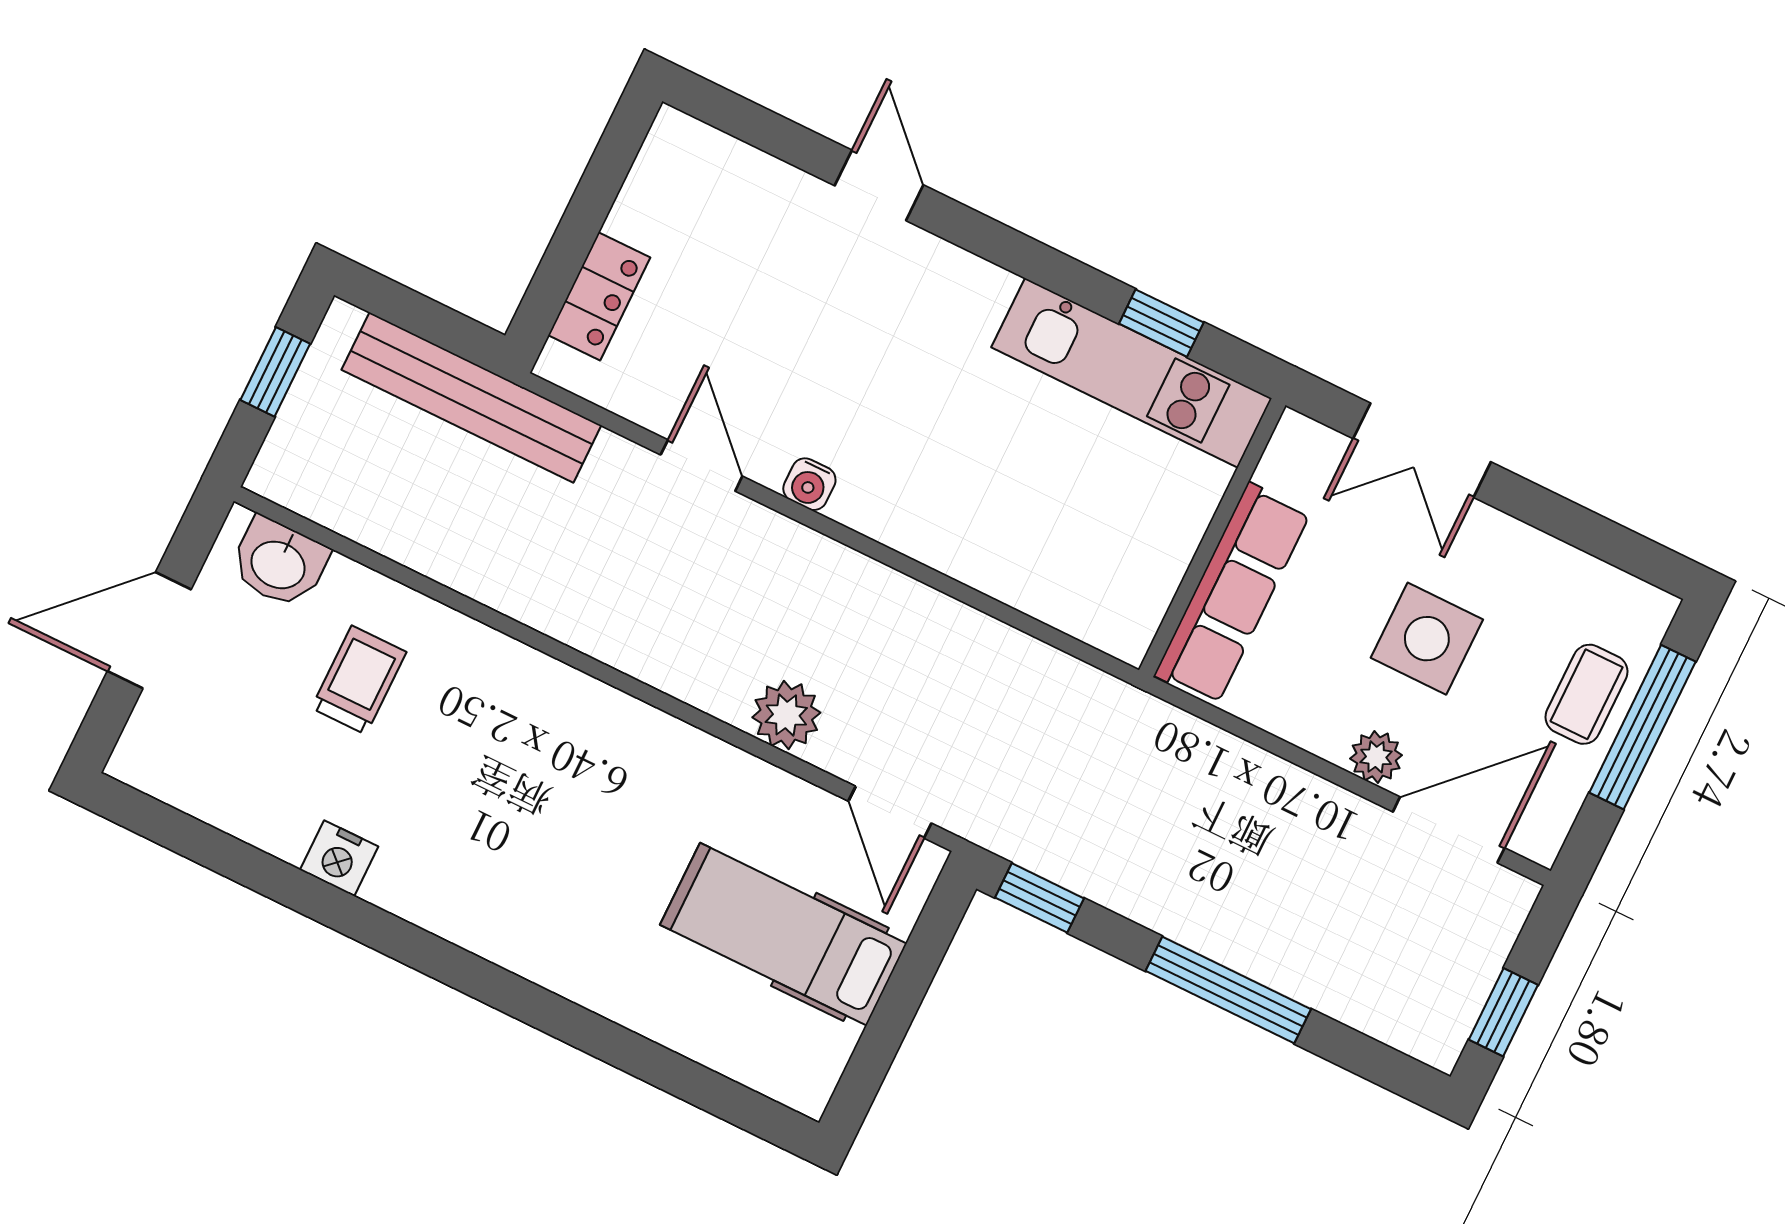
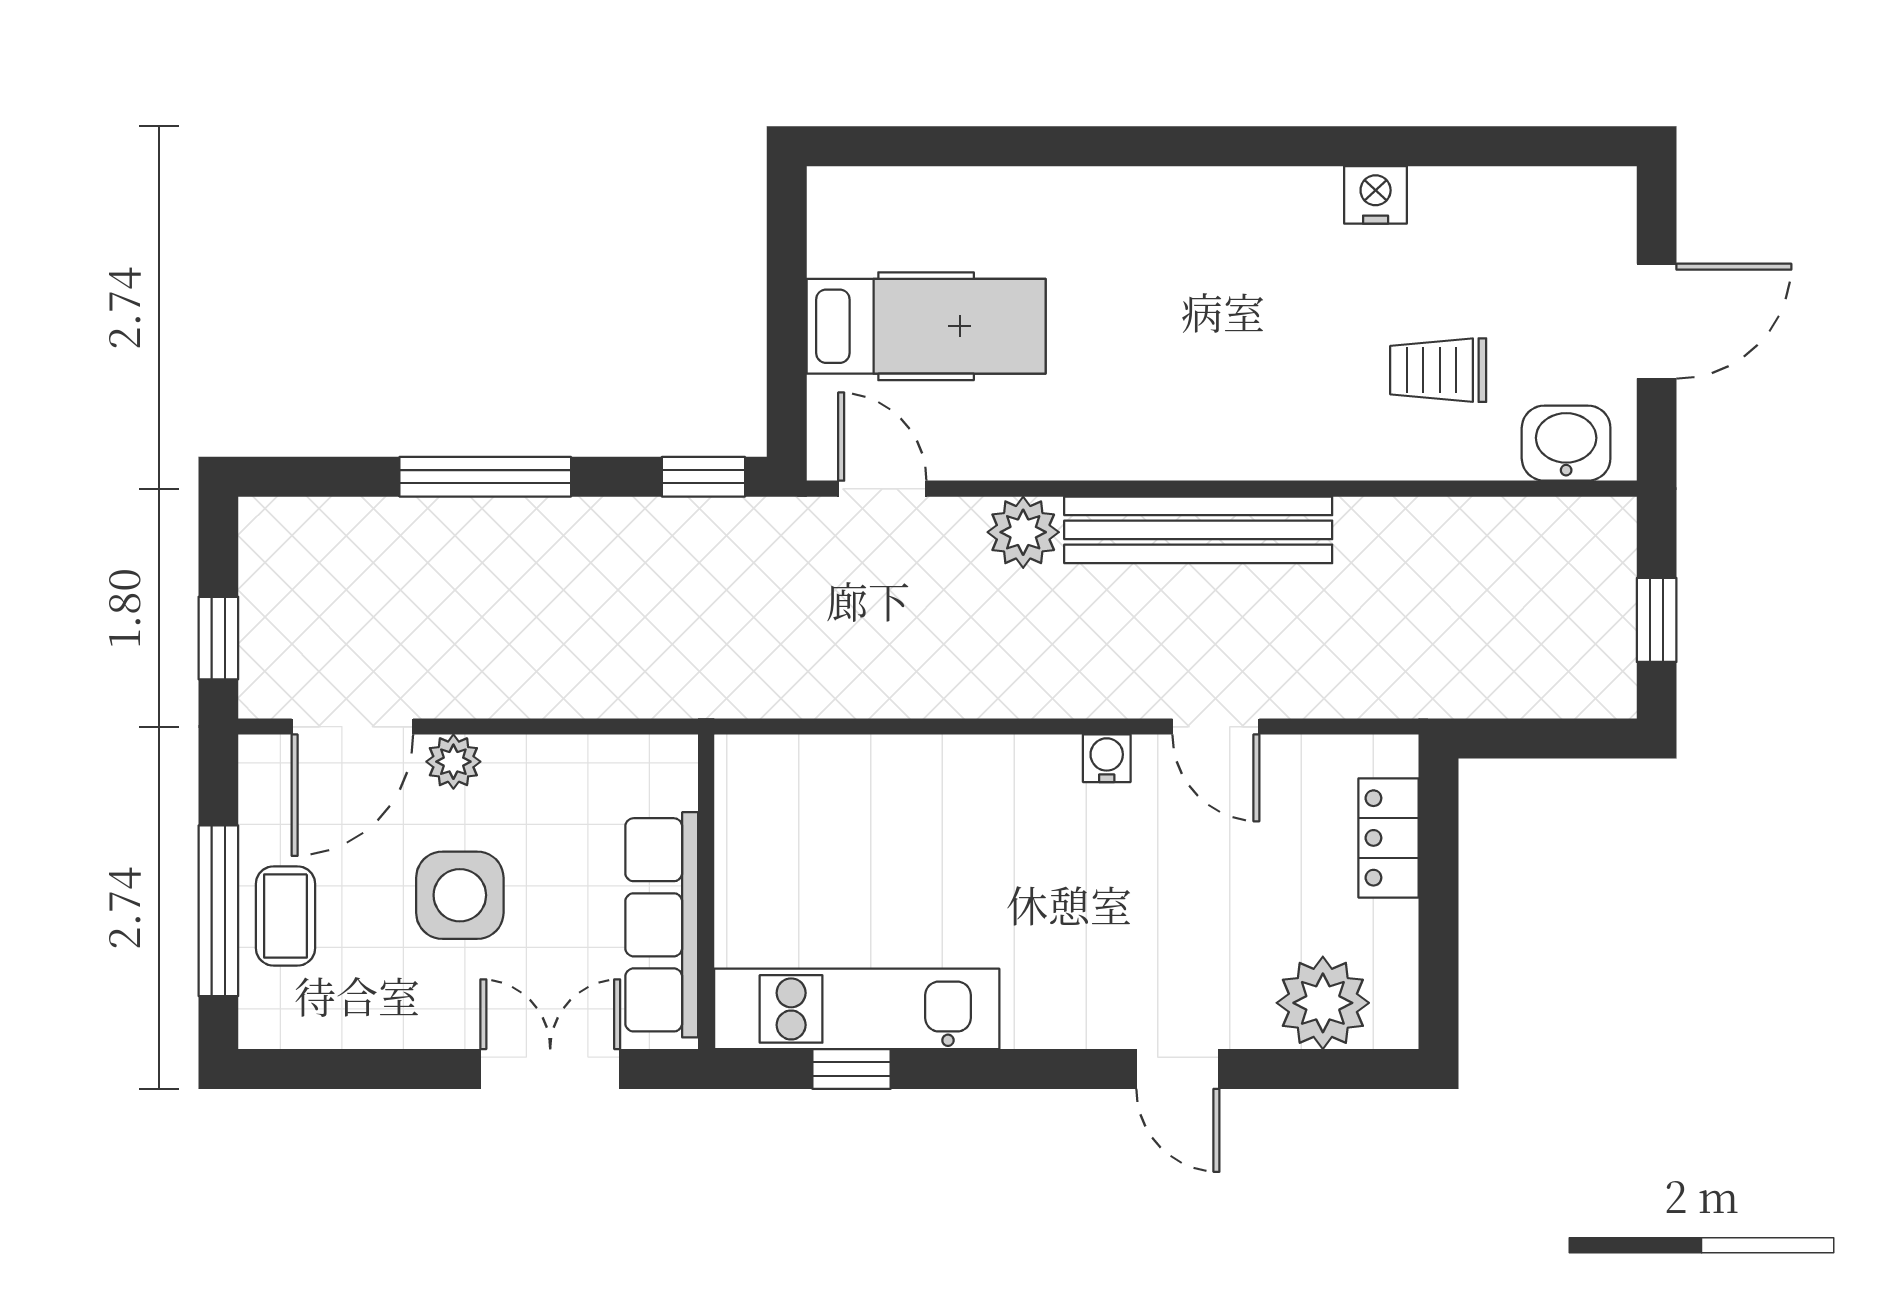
plant: (726, 181) -> (1323, 1003), added
bench: (471, 397) -> (1198, 530), moved
row of seats: (1232, 594) -> (662, 925), moved
trolley: (359, 680) -> (1438, 370), turned 90
window: (1503, 1012) -> (218, 638), moved

